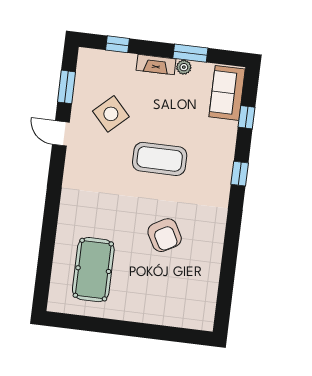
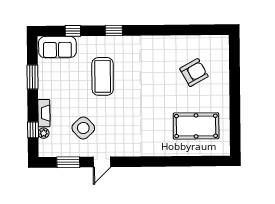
fireplace: (156, 65) -> (44, 113), moved
plant: (184, 67) -> (44, 133), moved
coffee table: (160, 159) -> (103, 76), moved
armchair: (165, 235) -> (194, 73), moved

